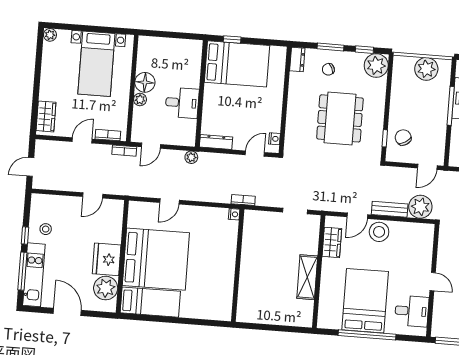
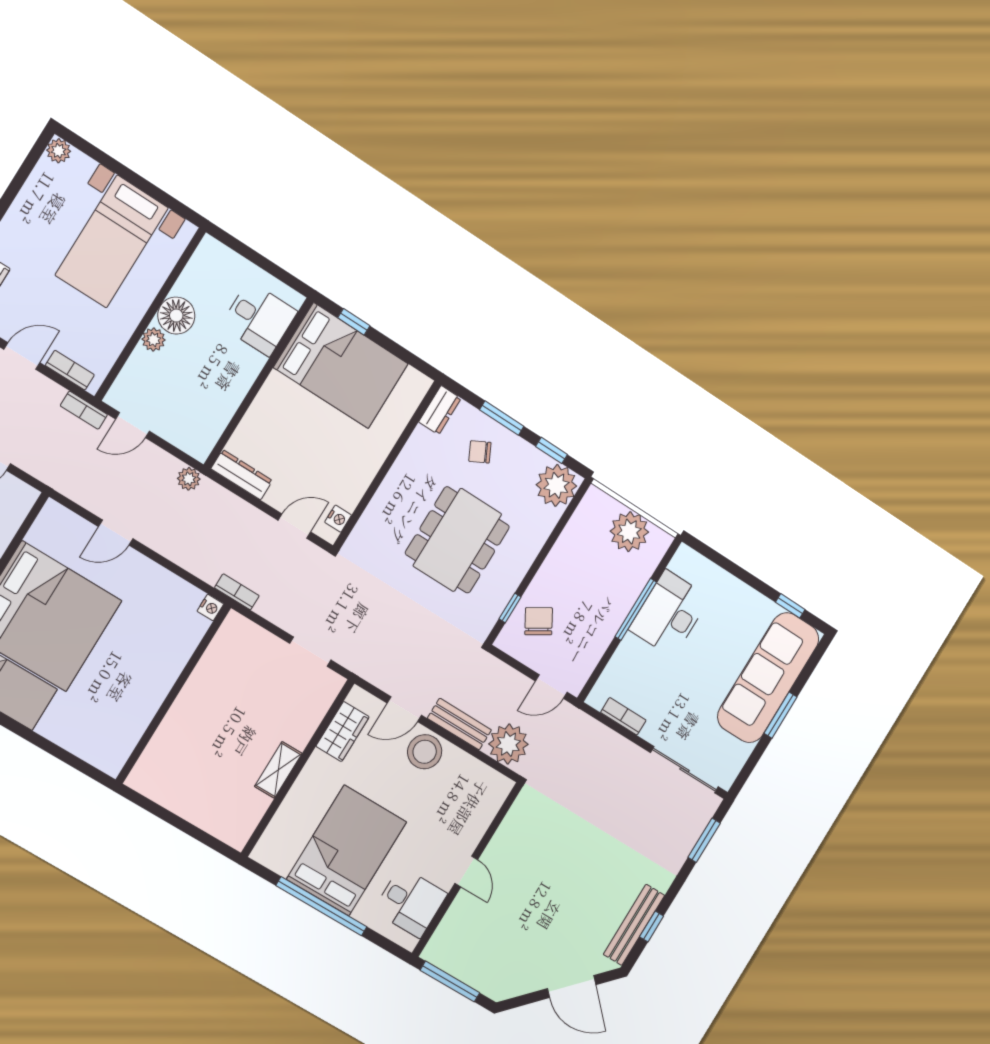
desk: (182, 103) -> (259, 318), moved
shelving: (307, 277) -> (278, 770), width x0.67, depth x0.75

